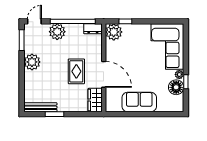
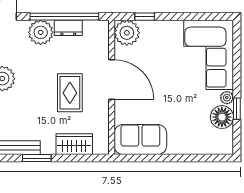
dresser: (93, 29) -> (68, 28), moved
door: (104, 74) -> (112, 79), moved
wardrobe: (95, 100) -> (74, 144), moved, turned 90
sofa: (139, 102) -> (140, 140), moved

